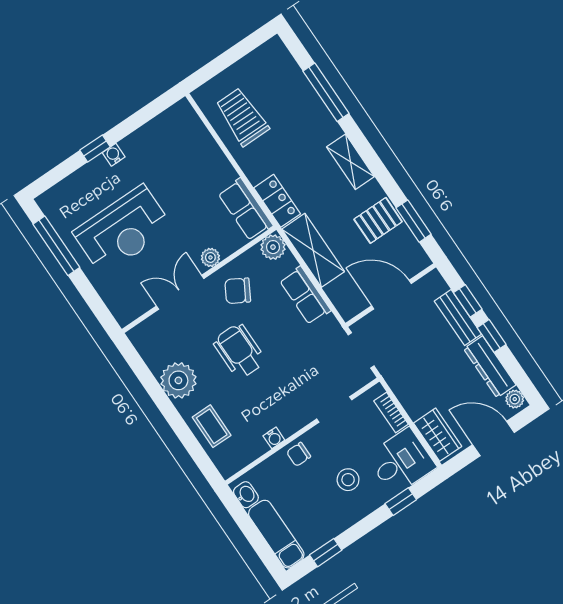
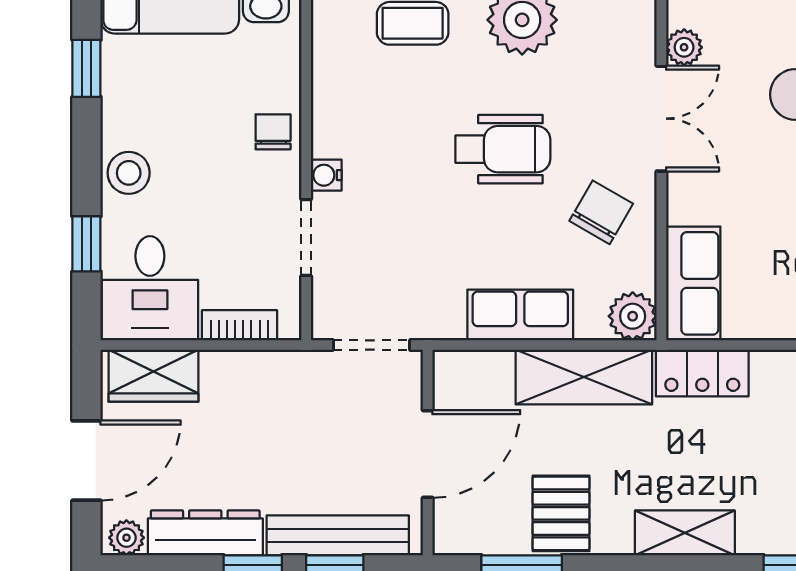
row of seats: (245, 209) -> (693, 283), moved, turned 90
plant: (210, 257) -> (684, 47), moved
bench: (458, 318) -> (338, 535), width x1.36
water cooler: (274, 438) -> (326, 175), moved
stool: (348, 480) -> (129, 173), moved

